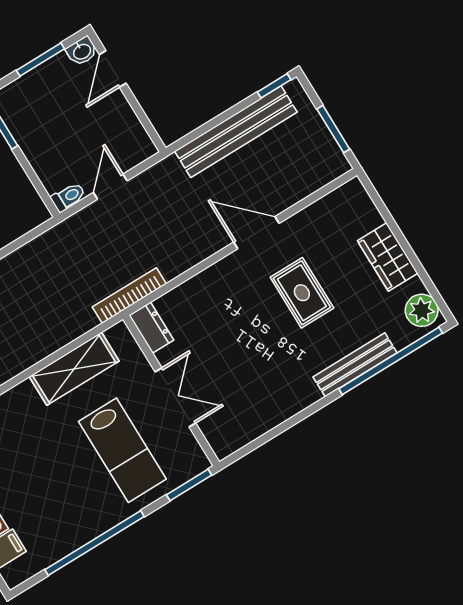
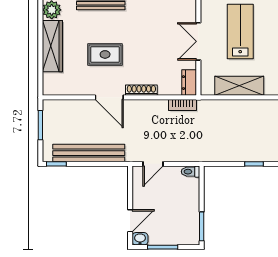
door: (110, 187) -> (153, 164), moved
wardrobe: (388, 257) -> (52, 46), width x1.50
shoe rack: (215, 273) -> (141, 90), added
rug: (302, 293) -> (105, 54), turned 90
bookcase: (129, 295) -> (182, 105), width x0.64

